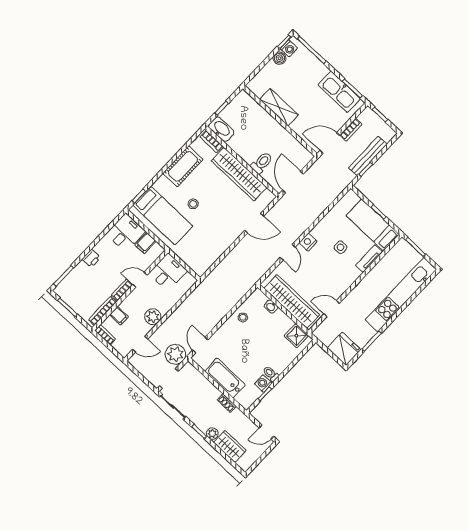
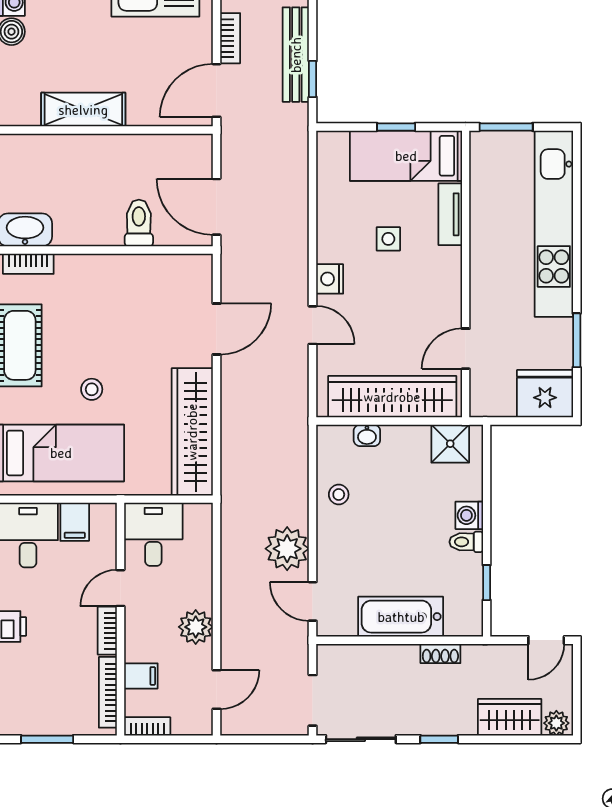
wardrobe: (239, 174) -> (192, 432), moved, turned 90
plant: (175, 354) -> (287, 549), moved
washing machine: (263, 384) -> (469, 515), moved
plant: (212, 434) -> (556, 723), moved

